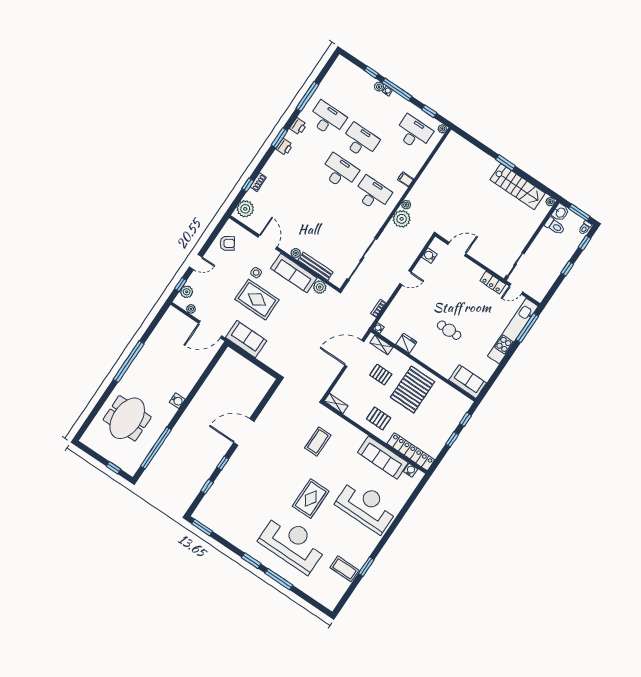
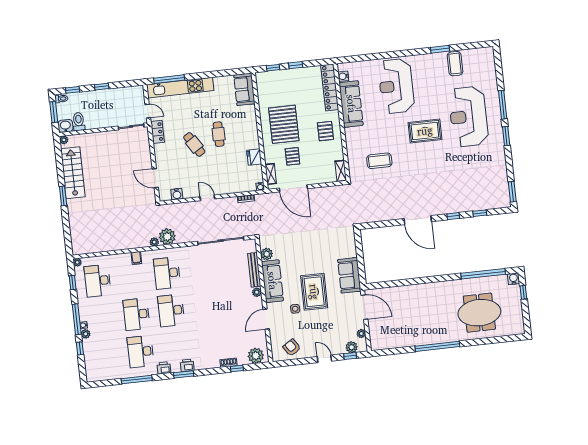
cafe table: (457, 304) -> (194, 144), added
pallet: (413, 389) -> (284, 124), turned 90
water cooler: (177, 401) -> (514, 279), moved

